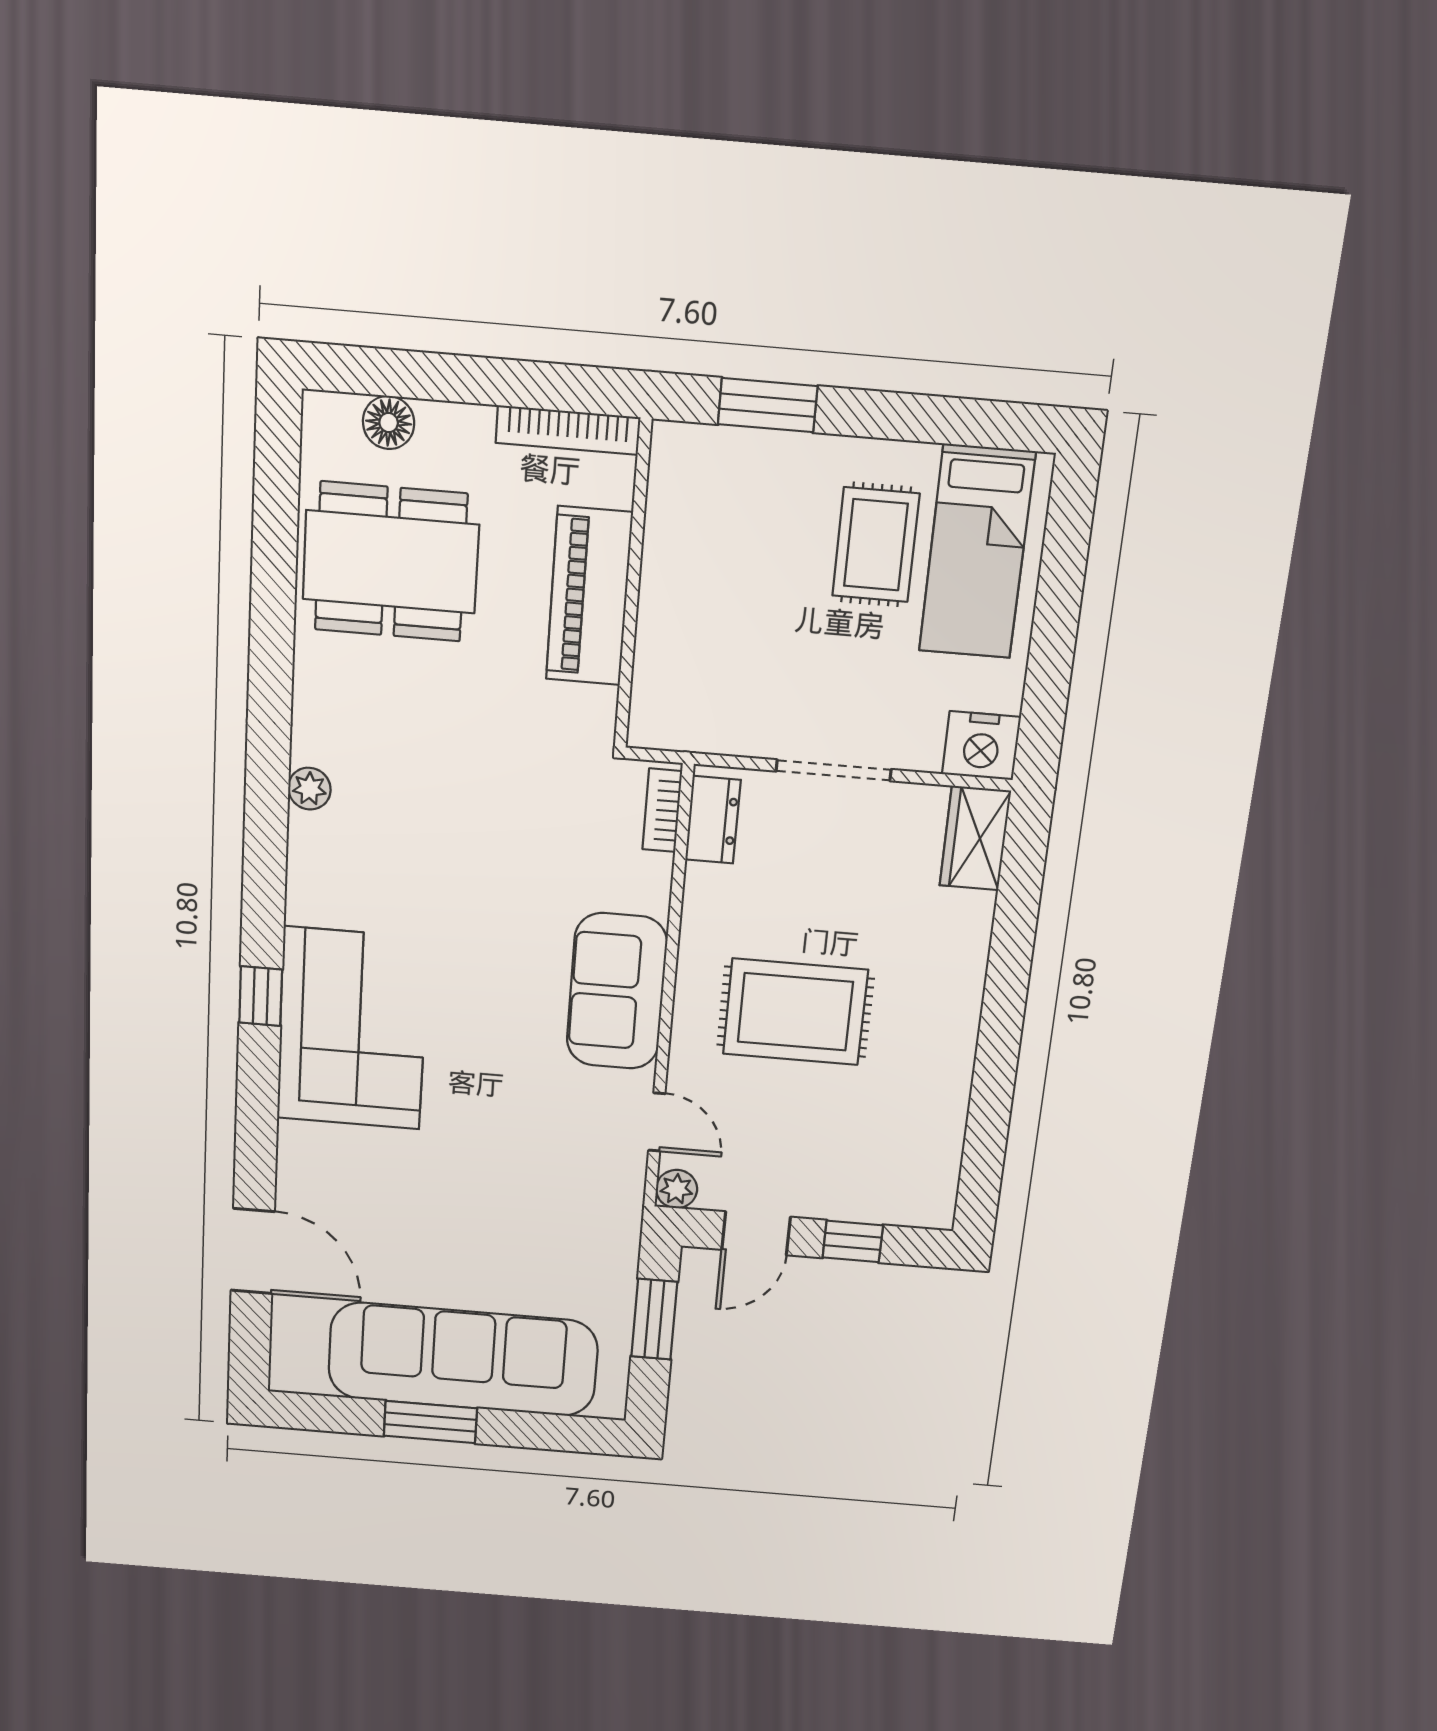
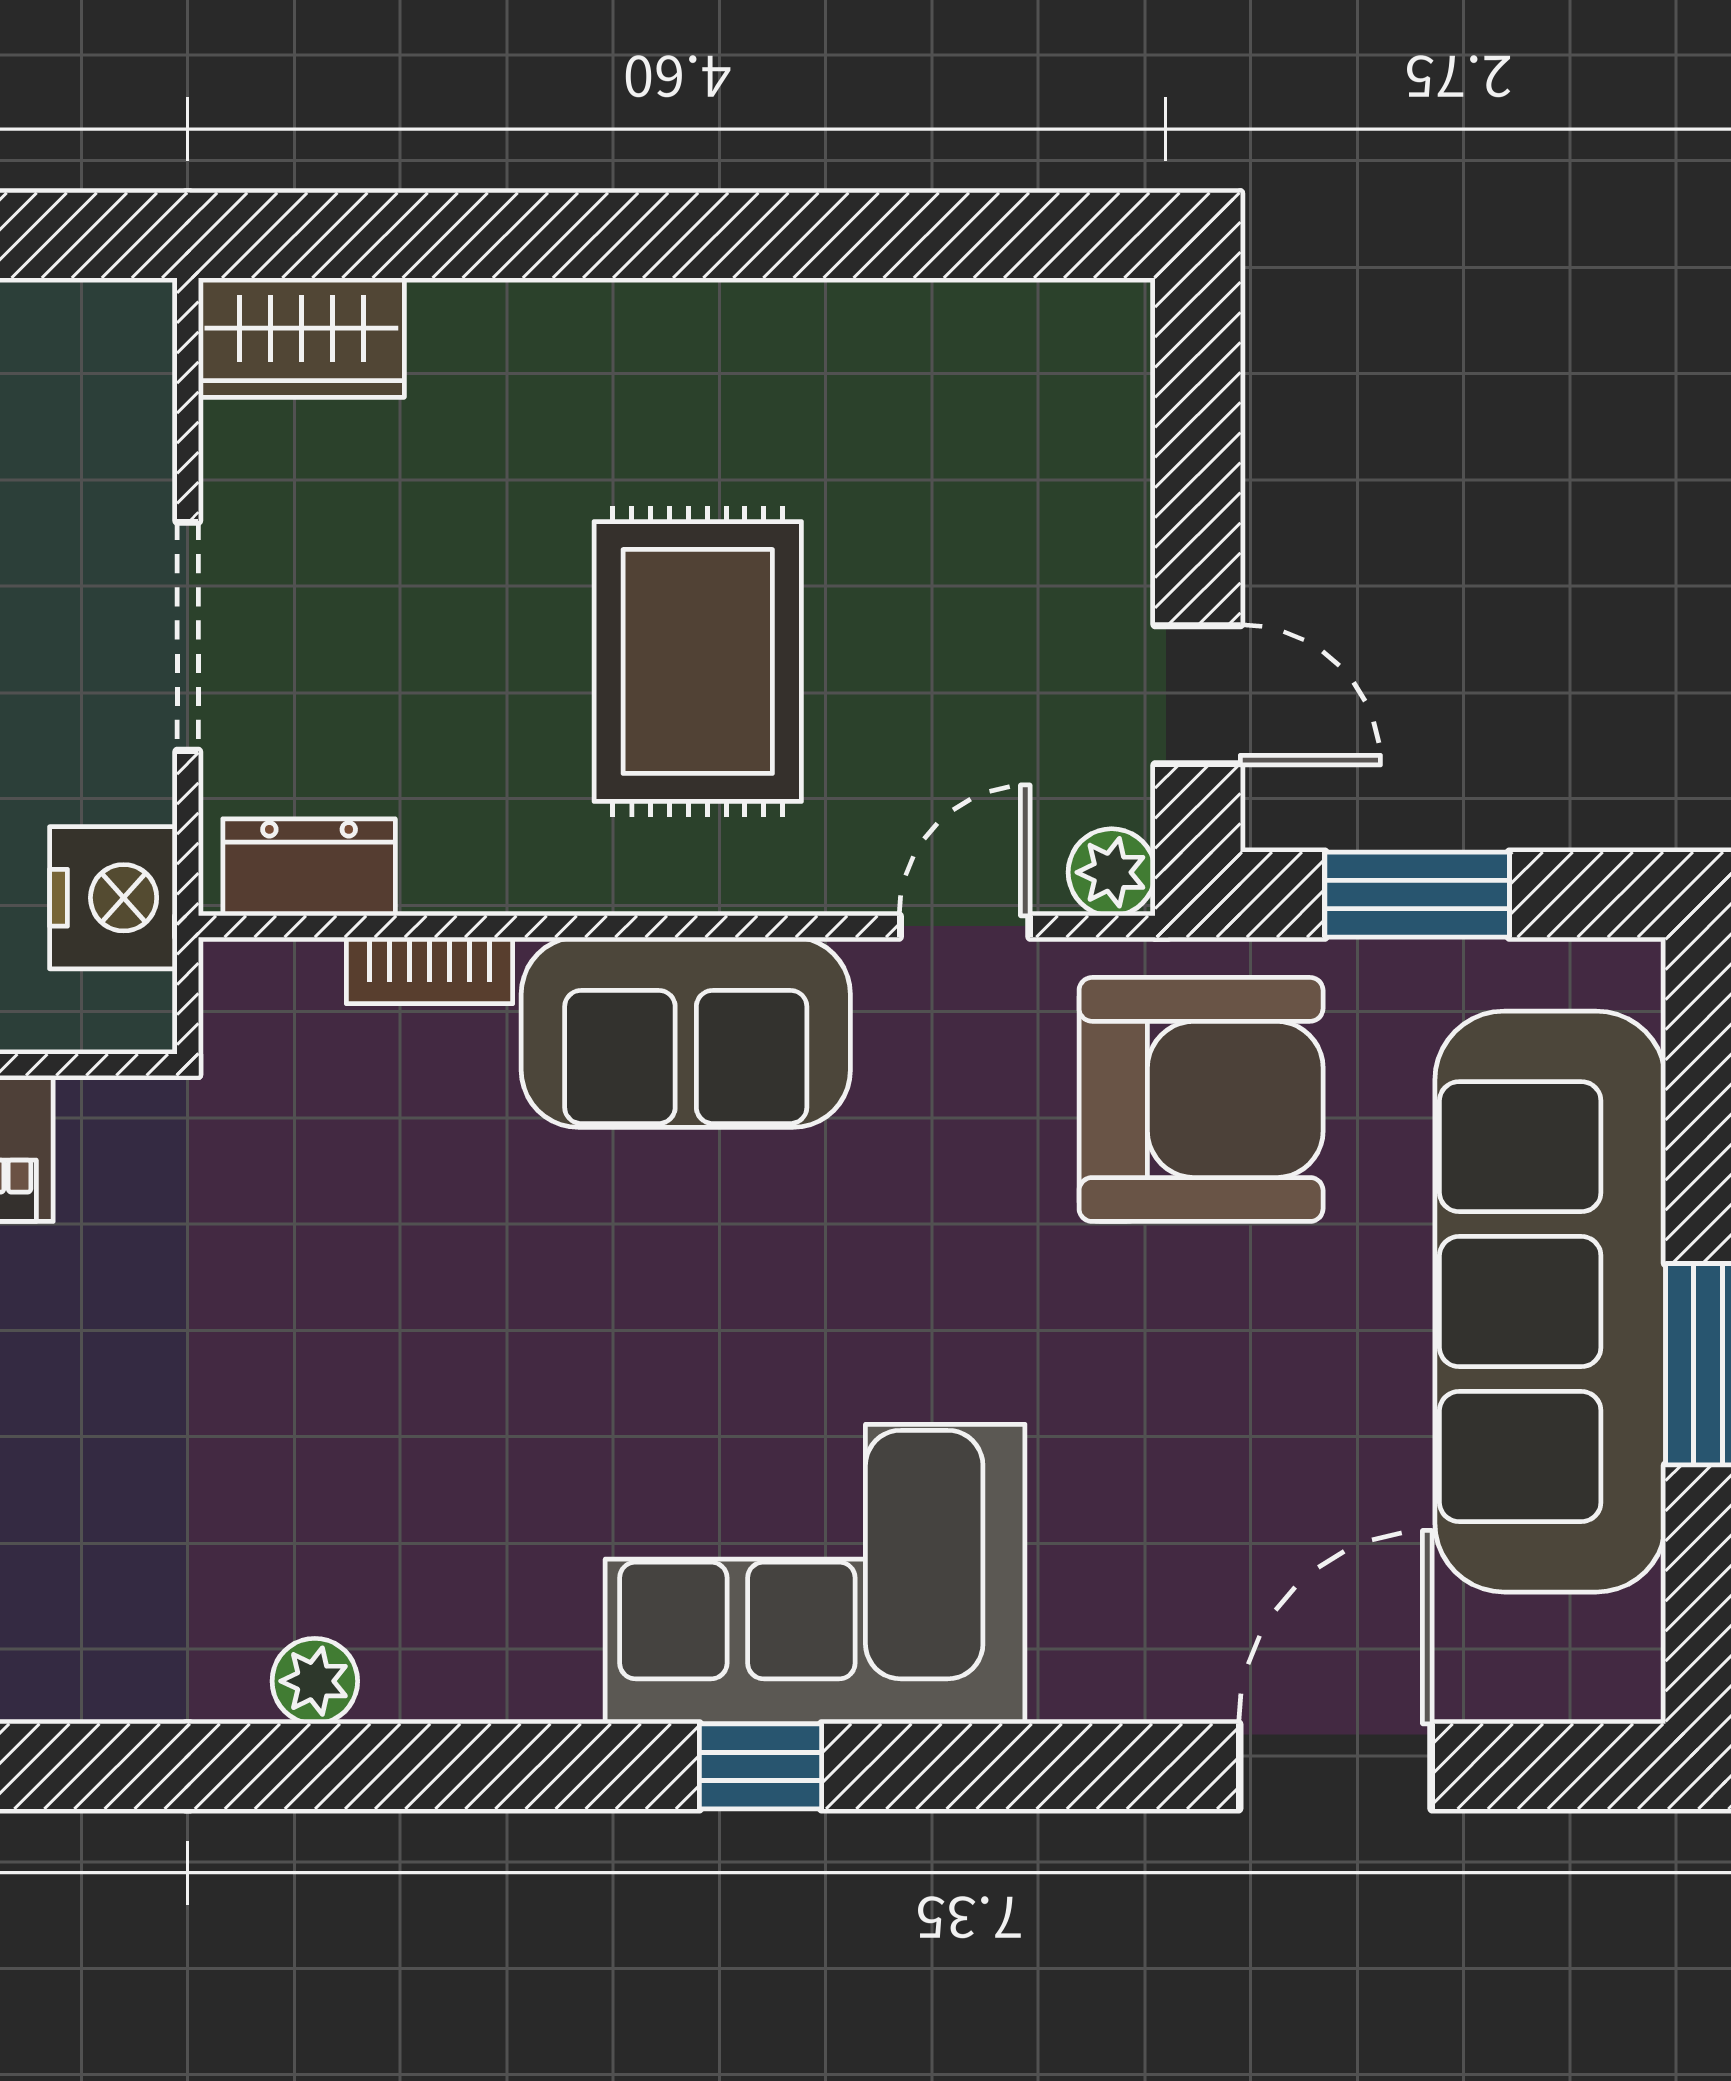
nightstand: (981, 746) -> (113, 898), moved
bookcase: (662, 810) -> (430, 970), moved
armchair: (567, 1219) -> (1201, 1099), added
window: (853, 1241) -> (1198, 488), removed

